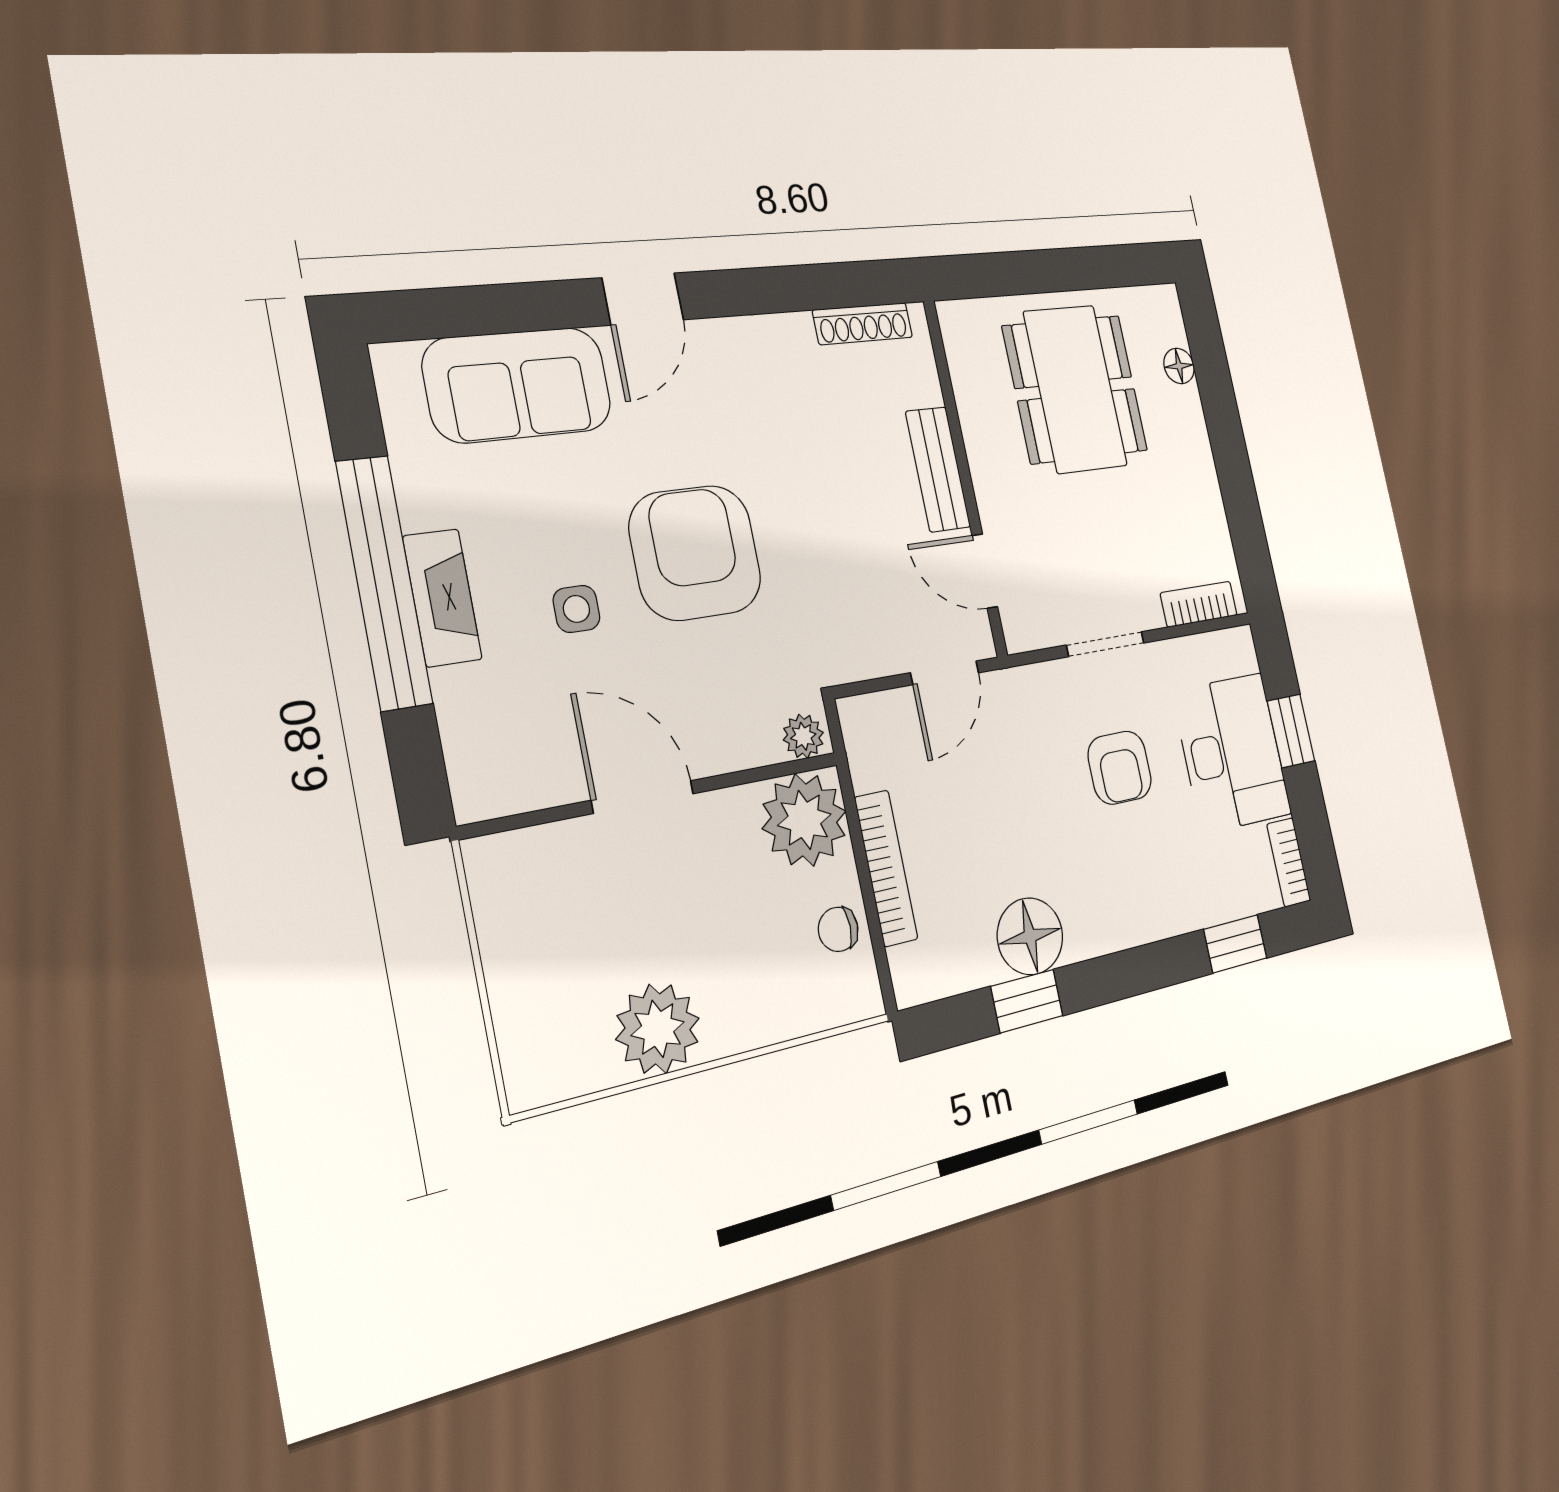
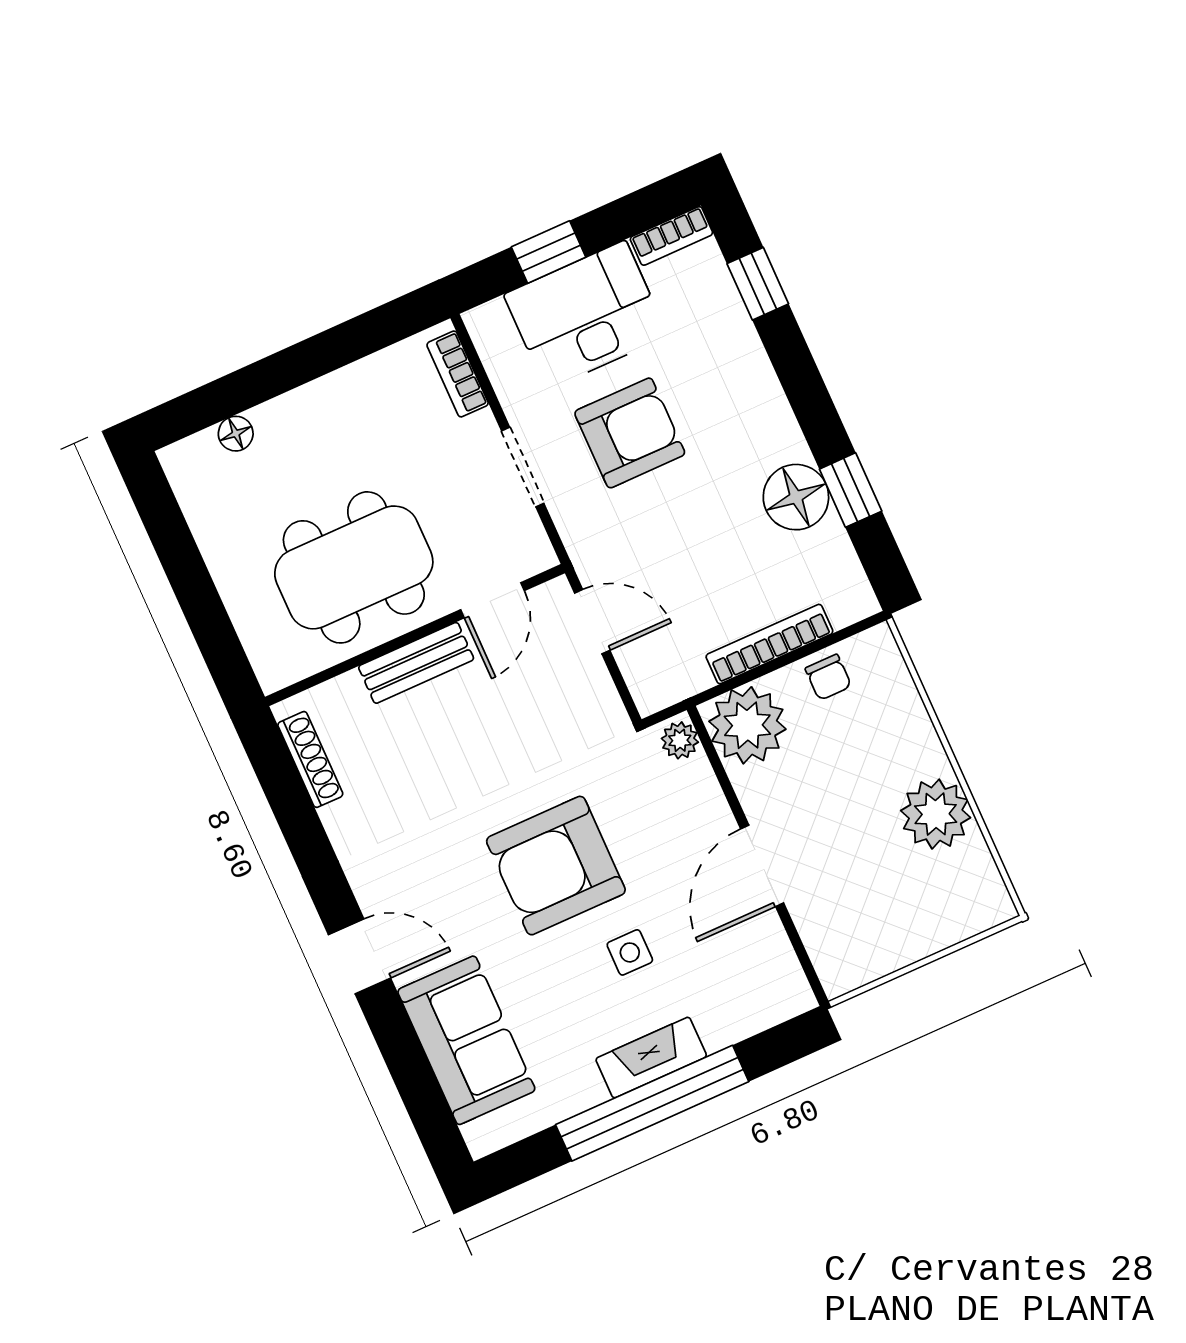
dining table: (1075, 389) -> (354, 567), moved
armchair: (1120, 768) -> (630, 433), width x1.38, depth x1.38

